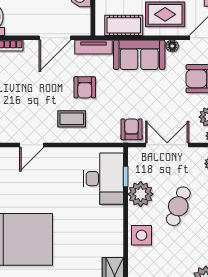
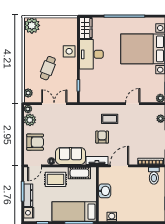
armchair: (132, 129) -> (75, 113), removed
double door: (167, 145) -> (54, 104), swing flipped
desk: (103, 179) -> (91, 54), moved
plant: (141, 194) -> (70, 75), removed

